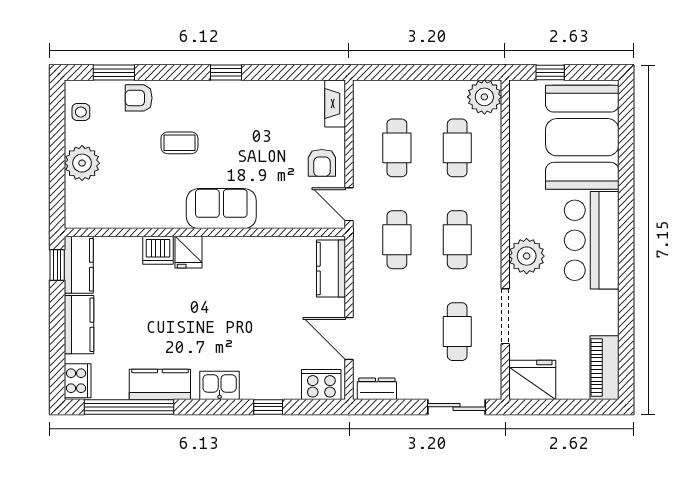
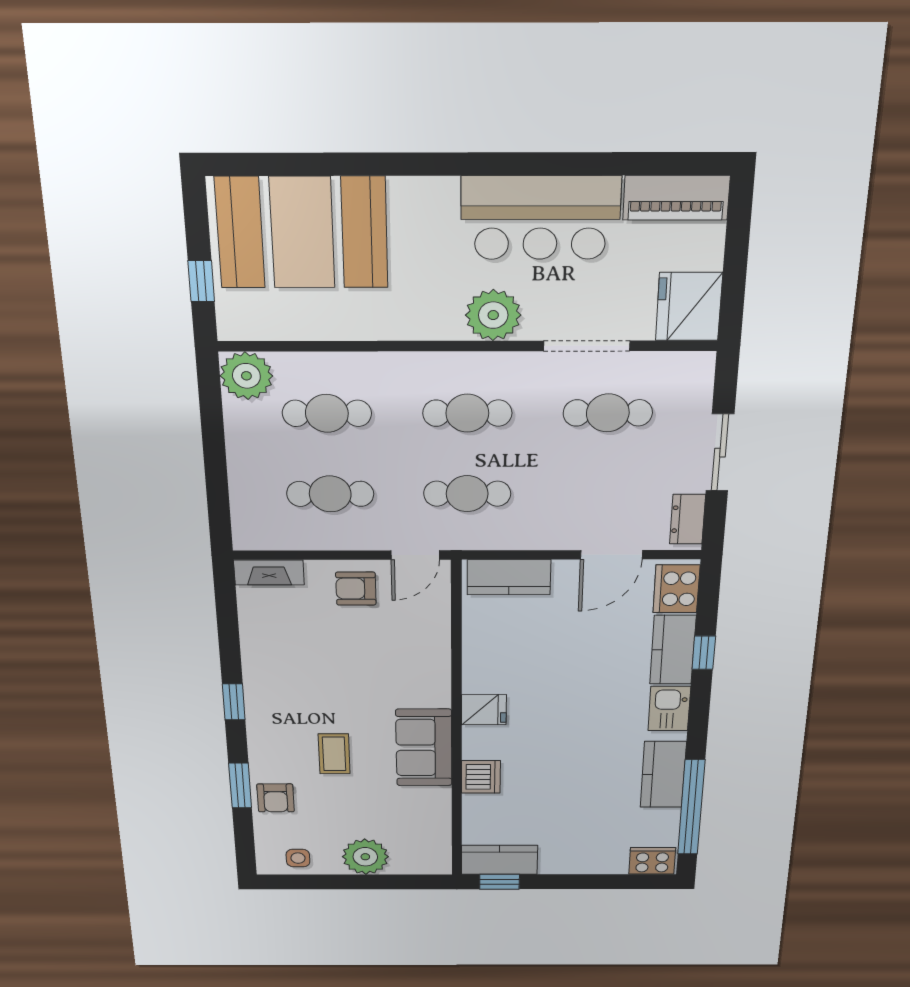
window: (114, 72) -> (240, 786), moved
armchair: (322, 163) -> (356, 589), turned 180
sofa: (221, 209) -> (424, 748), moved
bar counter: (592, 240) -> (540, 218), moved
fridge: (189, 252) -> (484, 710), moved
kitchen counter: (79, 325) -> (673, 650), moved, turned -90
sliding door: (457, 407) -> (720, 453), moved

